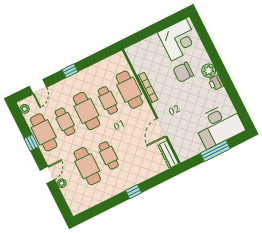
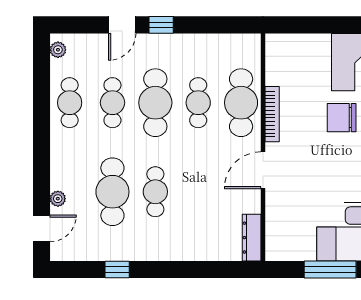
door: (38, 87) -> (122, 25), moved
door: (162, 127) -> (263, 170), moved
cafe table: (44, 132) -> (70, 103), width x0.73, depth x0.74
window: (31, 143) -> (41, 109), removed
door: (47, 175) -> (41, 228), moved
window: (134, 192) -> (117, 270), moved

